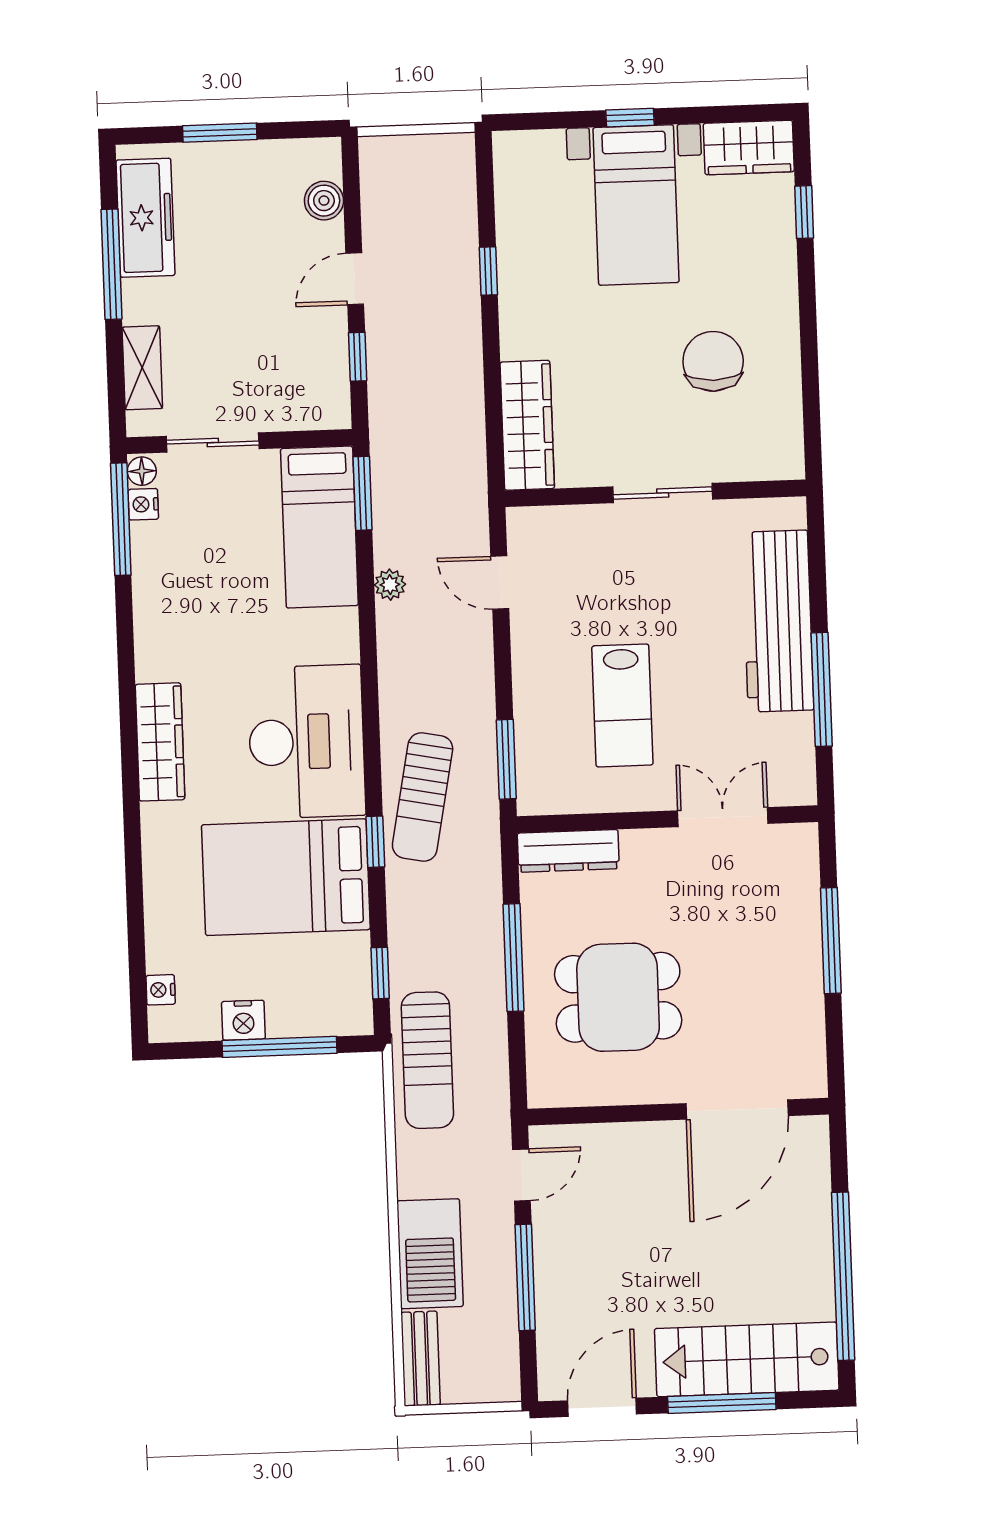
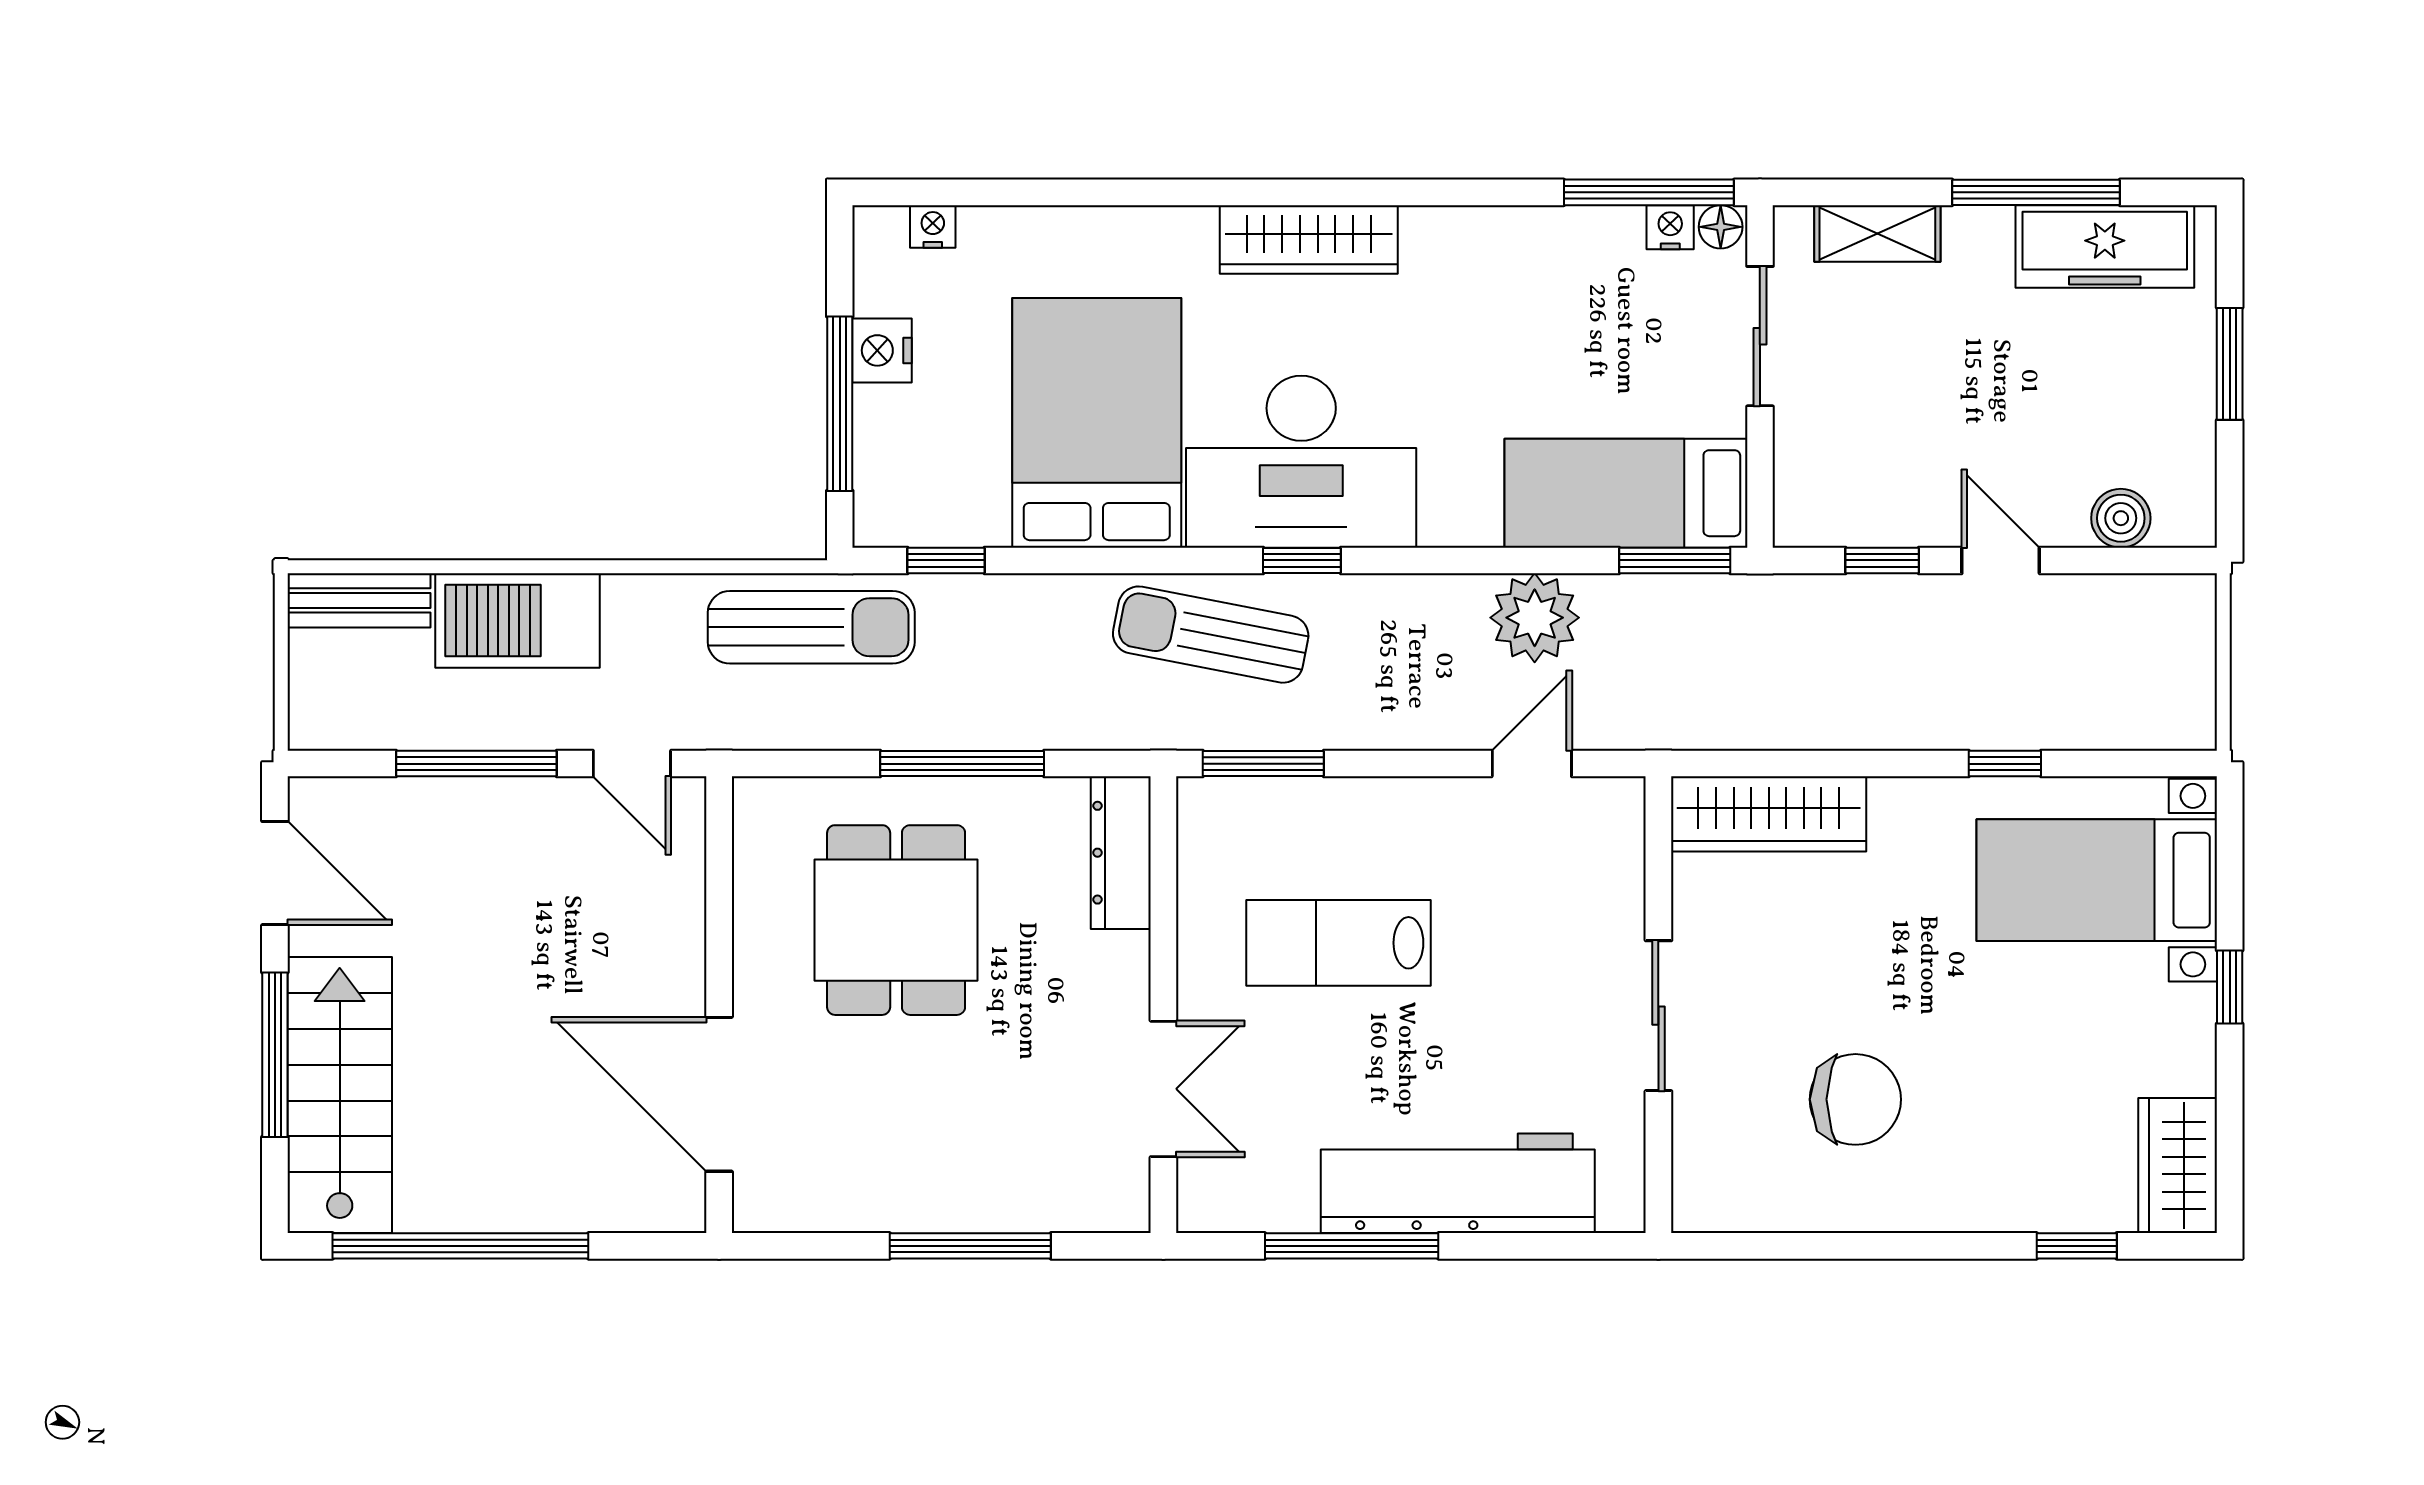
bed with nightstands: (636, 205) -> (2097, 880), moved
plant: (390, 585) -> (1535, 618), width x1.88, depth x1.88
window: (375, 842) -> (1302, 560), moved
sun lounger: (427, 1060) -> (811, 627), turned 180

